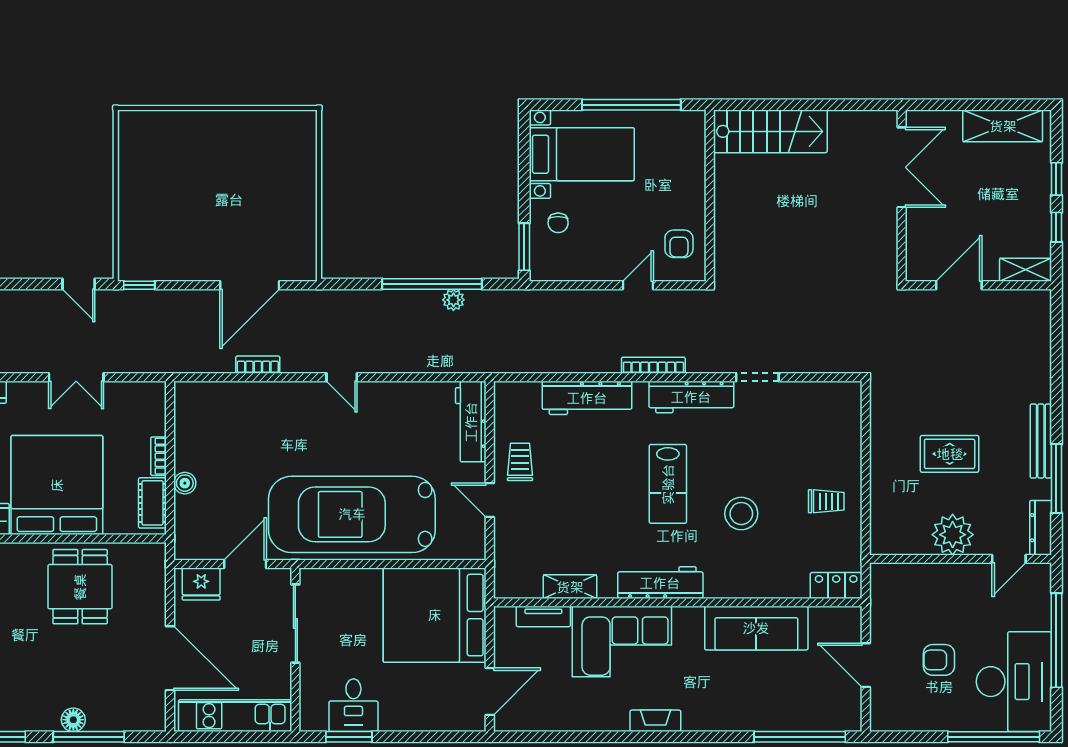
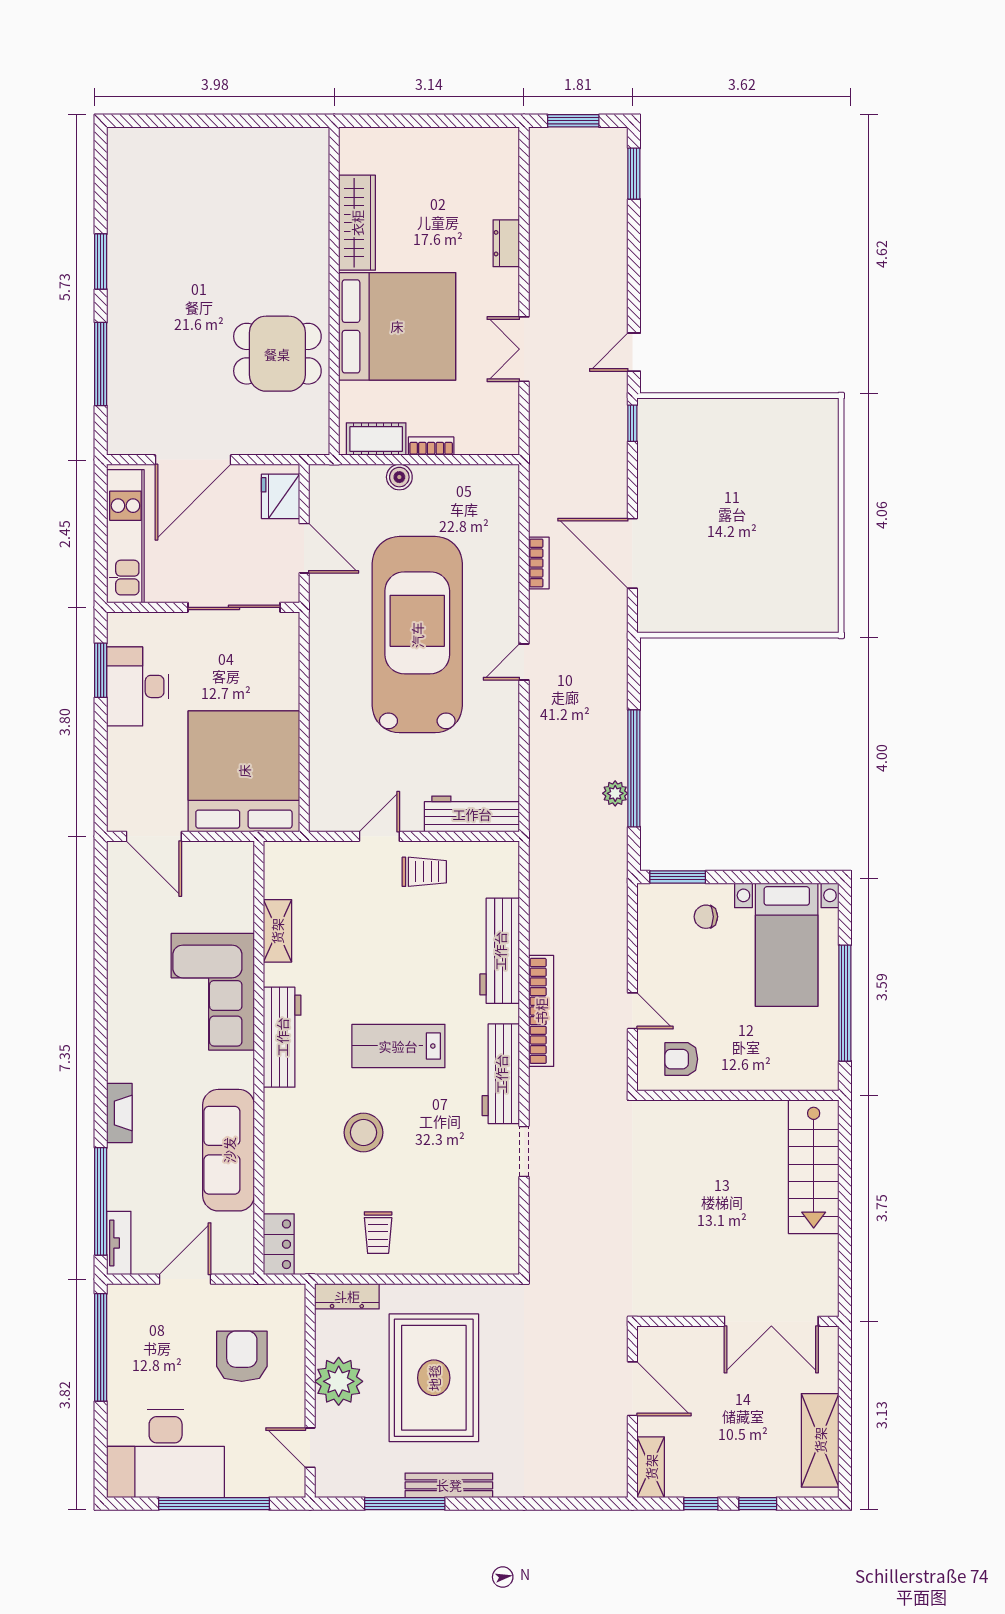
bookcase: (653, 365) -> (541, 1011), width x1.48, depth x1.31
rug: (950, 454) -> (434, 1378), width x1.86, depth x2.06
car: (352, 514) -> (417, 635), moved
dresser: (1041, 528) -> (347, 1296), moved, turned 180
tv unit: (543, 616) -> (119, 1243), moved, turned 180
armchair: (939, 660) -> (242, 1356), moved, width x1.38, depth x1.38
desk: (353, 705) -> (138, 686), width x1.37
floor lamp: (73, 720) -> (121, 346), removed
fireplace: (655, 721) -> (119, 1113), moved
window: (994, 737) -> (101, 1347), moved

